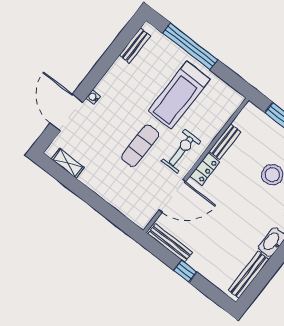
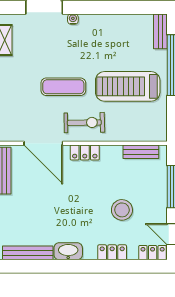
bench: (135, 45) -> (160, 31), moved, turned 90
bench: (225, 142) -> (141, 152), moved

